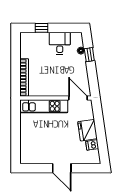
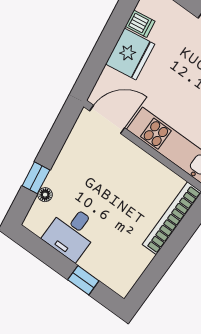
door: (78, 98) -> (107, 119), swing flipped

